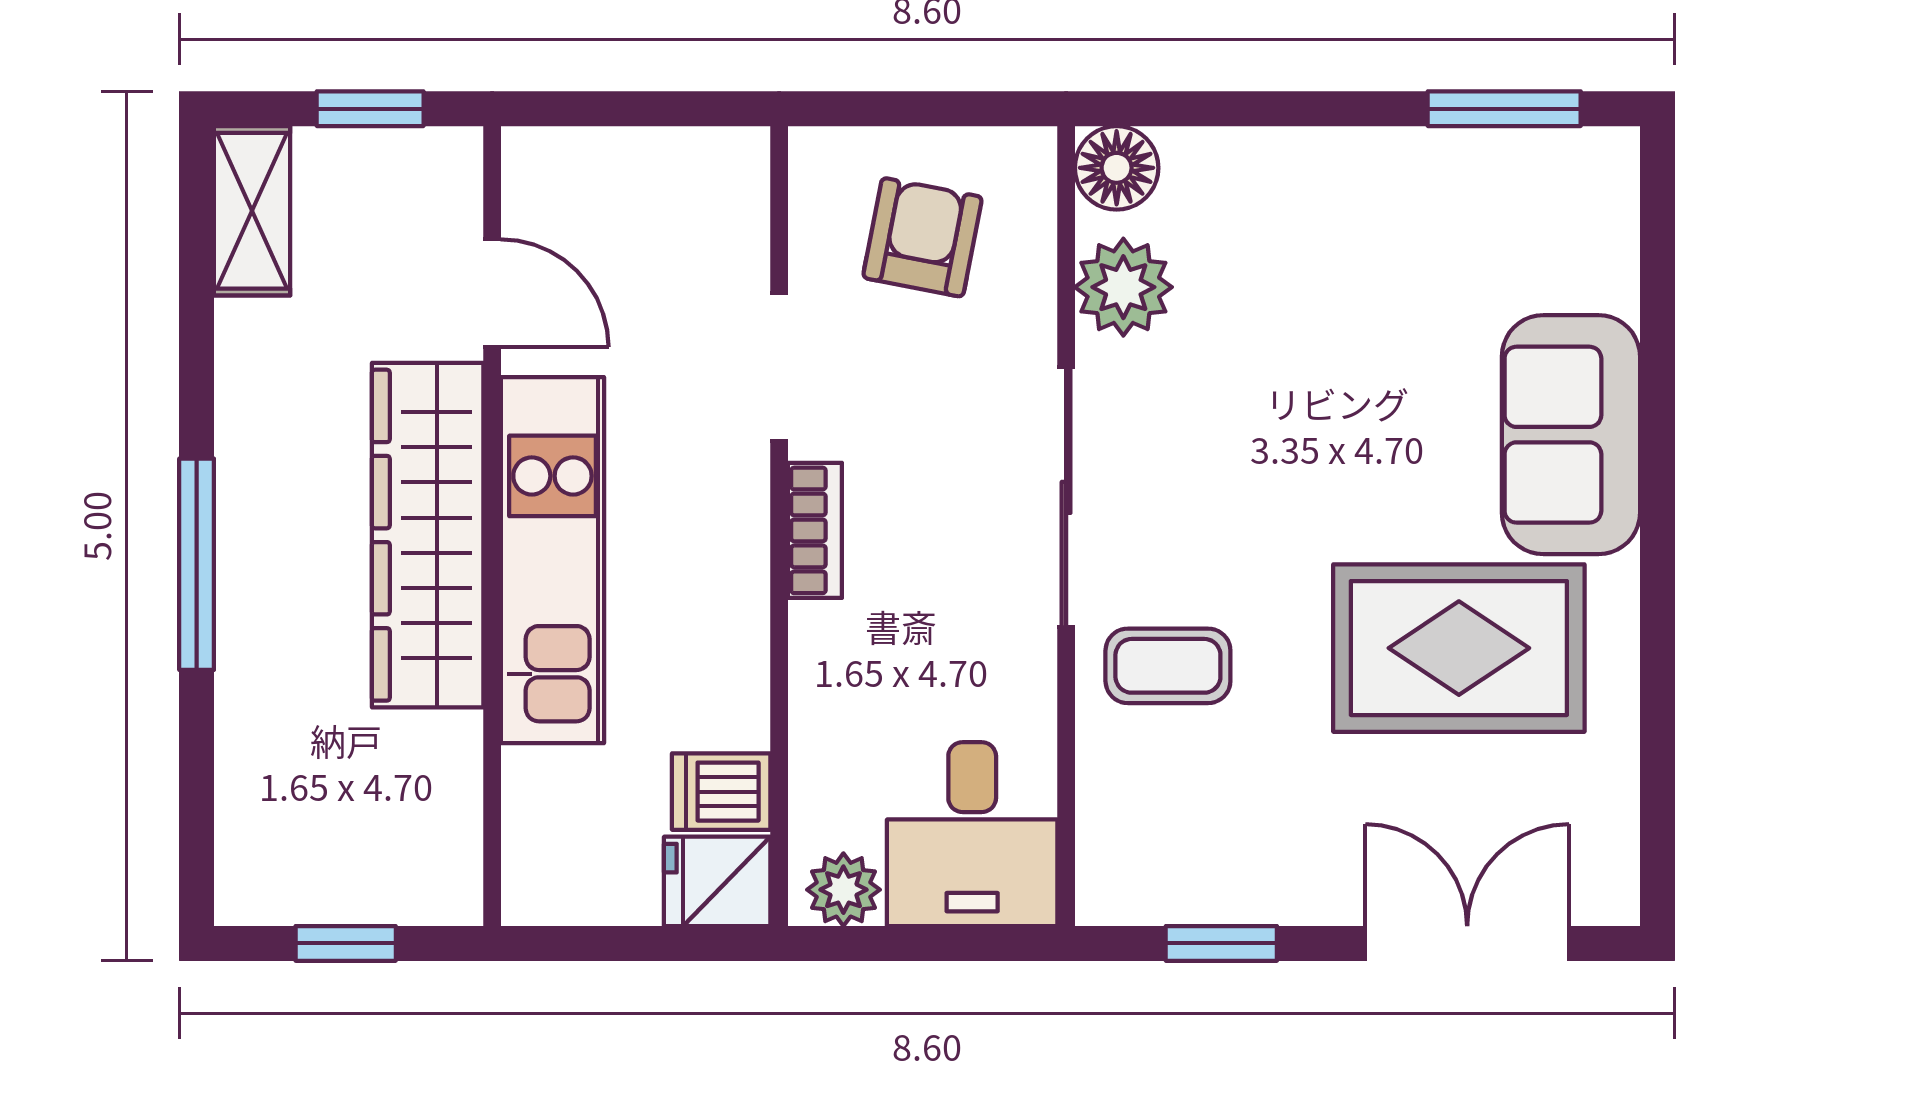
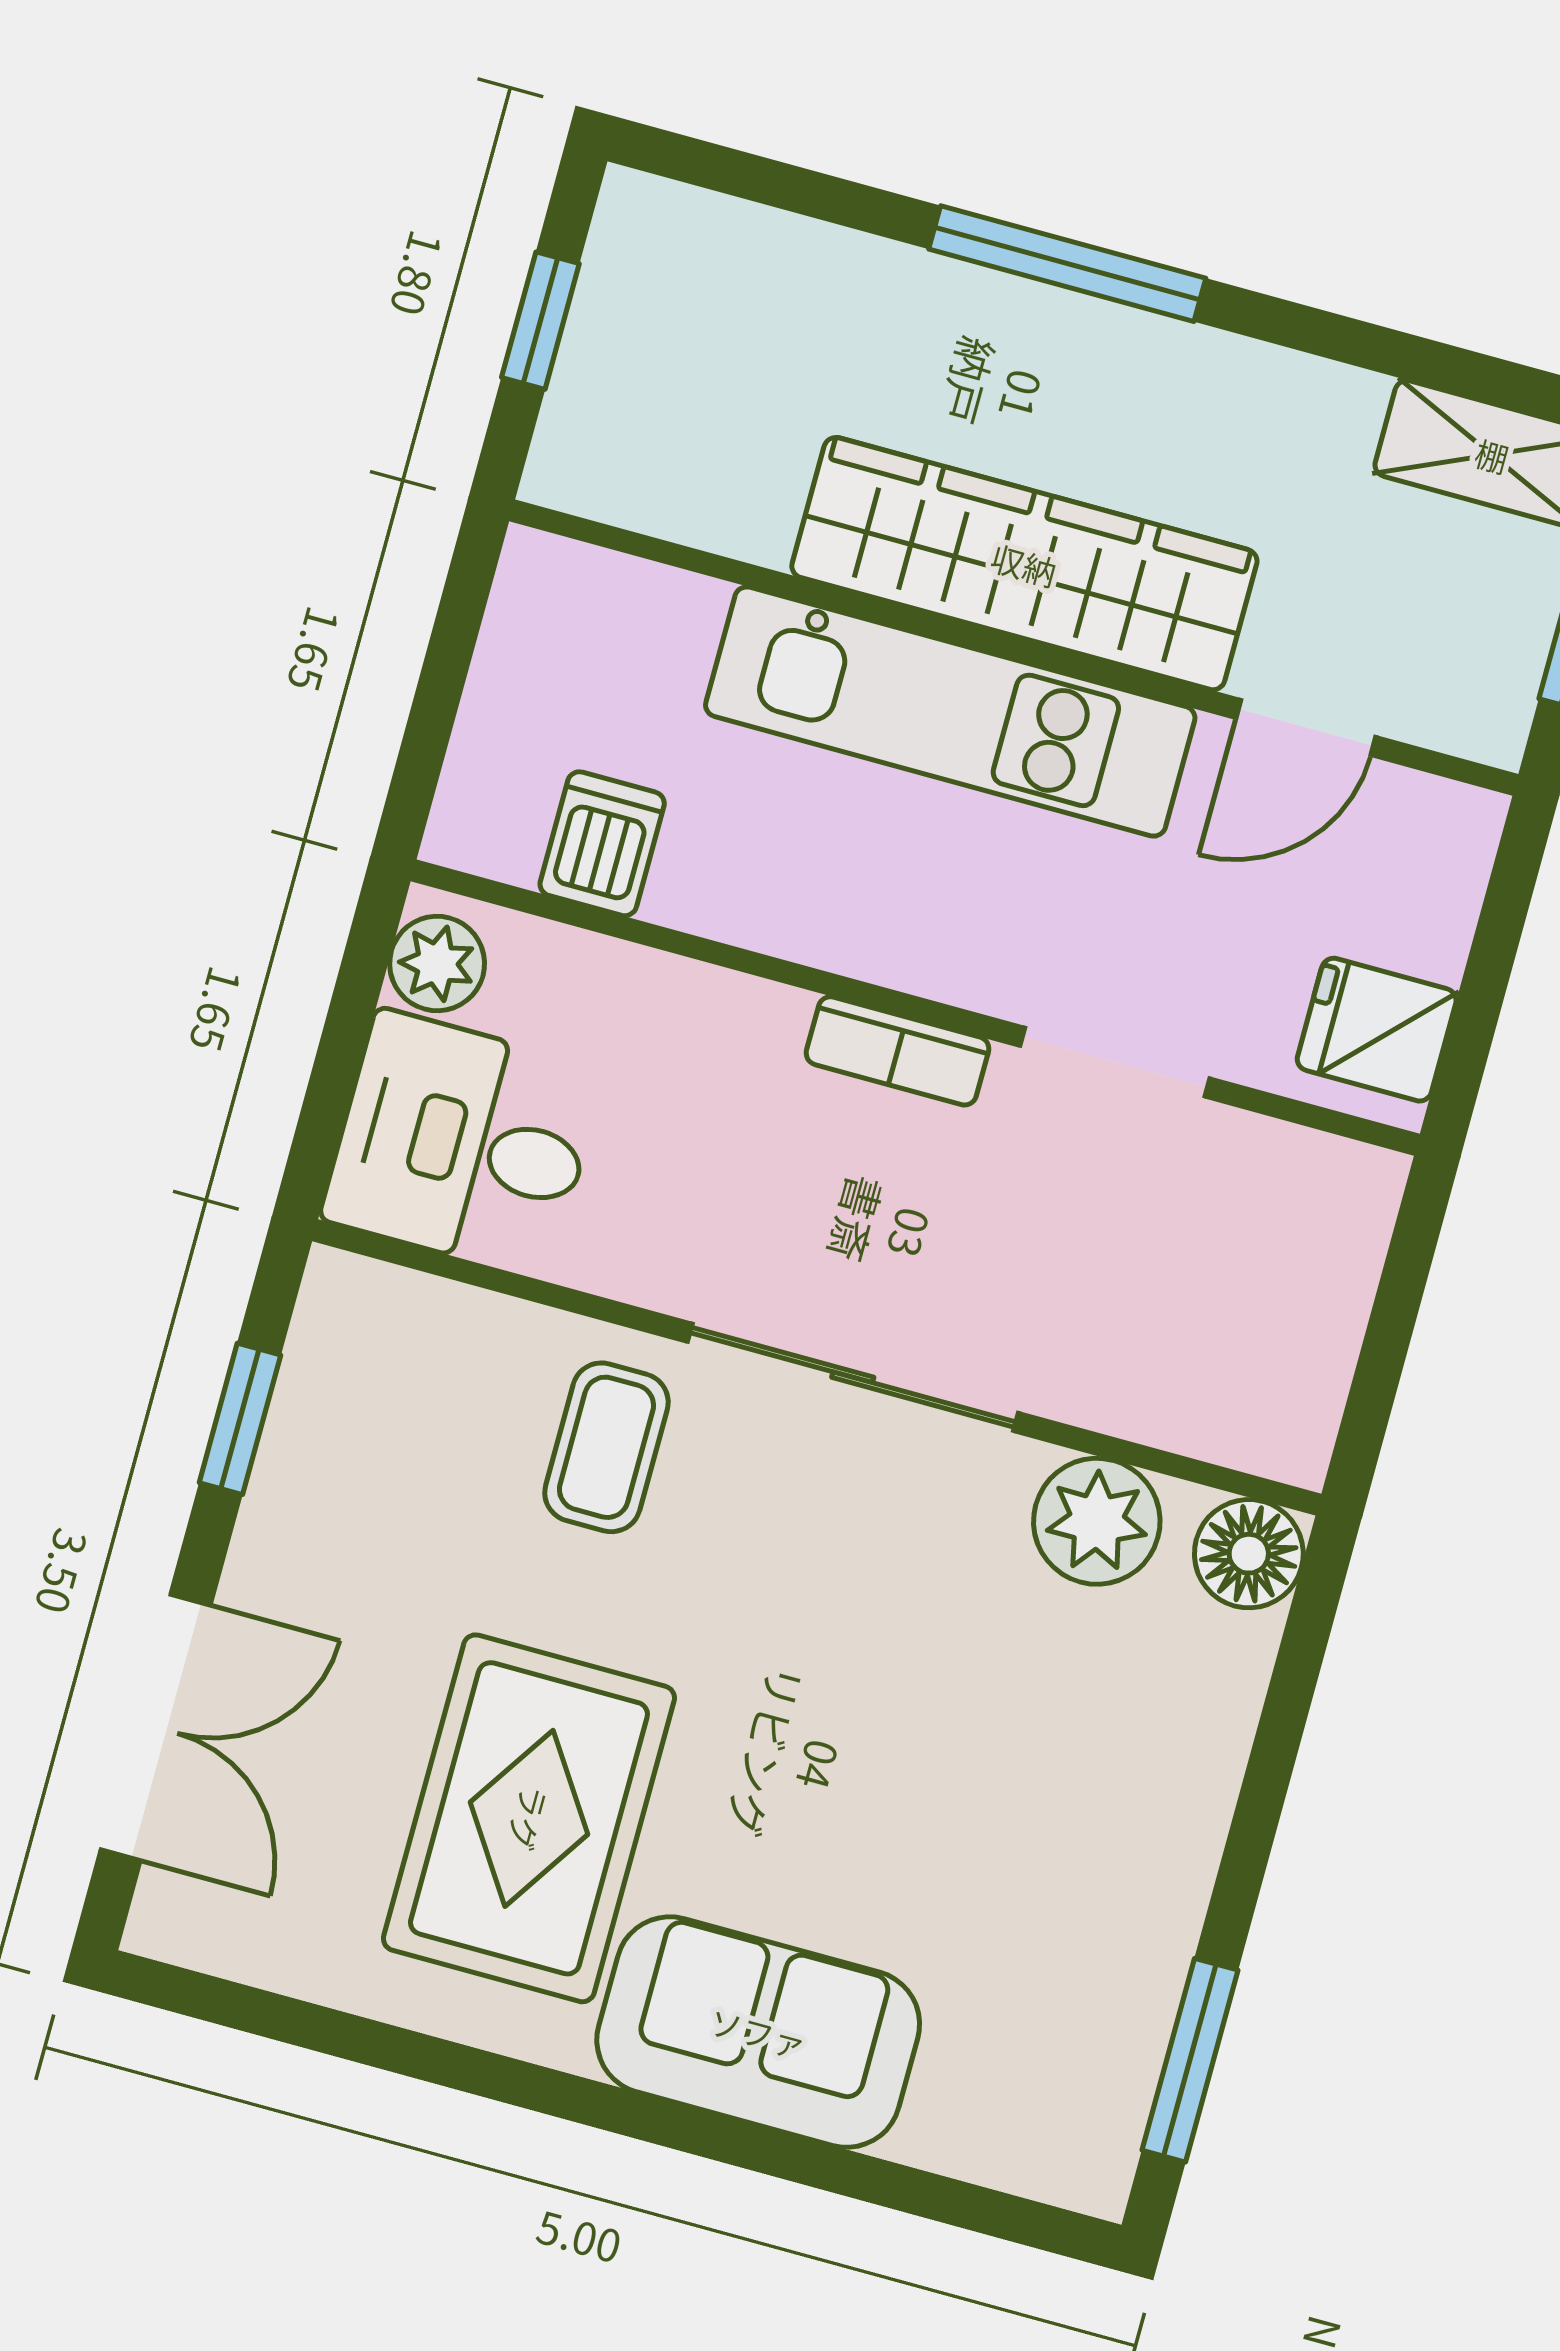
armchair: (922, 237) -> (1228, 1286), removed
fridge: (717, 881) -> (1377, 1030), moved, turned -90

